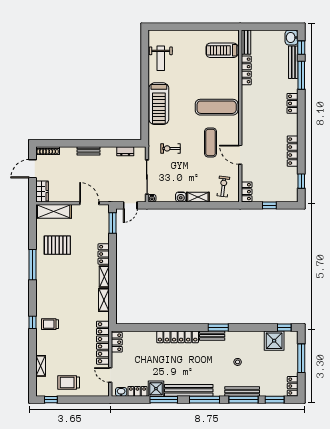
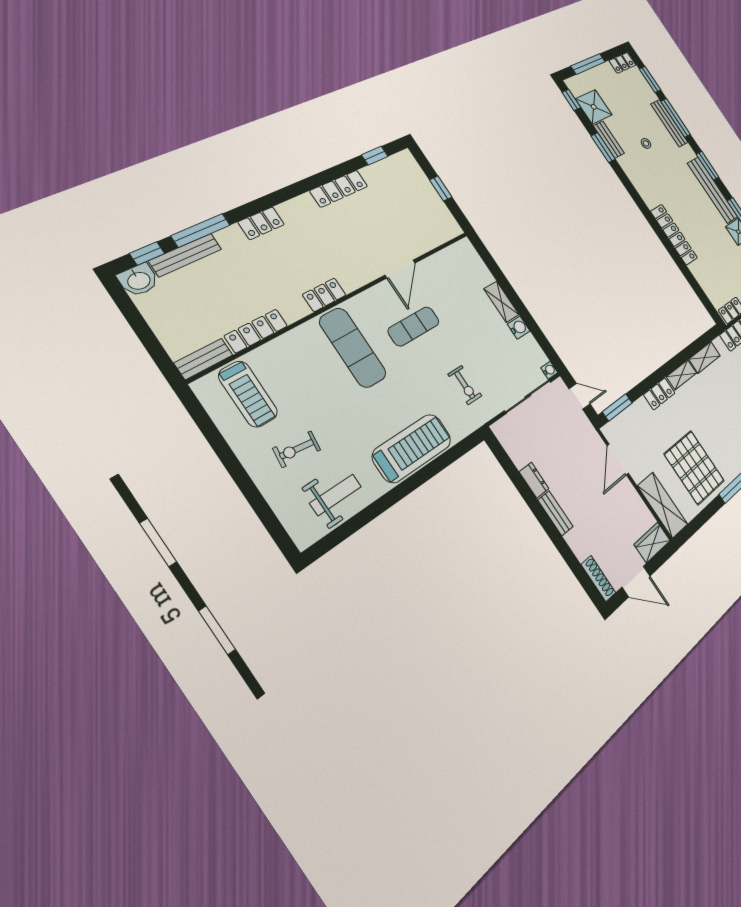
dresser: (125, 151) -> (534, 480), moved
exercise bike: (223, 187) -> (297, 449), moved
locker: (247, 192) -> (324, 295), moved
pallet: (57, 245) -> (694, 467), width x1.37, depth x1.41
window: (218, 328) -> (603, 148), moved
bench: (212, 336) -> (609, 140), moved
window: (205, 400) -> (708, 166), width x0.69

